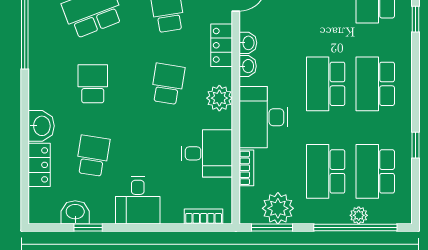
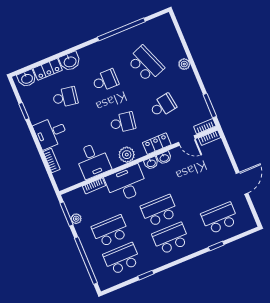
plant: (278, 208) -> (76, 219), width x0.53, depth x0.53
washbasin: (75, 212) -> (27, 78), moved, turned 90
plant: (359, 215) -> (93, 260), removed
bookcase: (204, 217) -> (52, 160), moved

